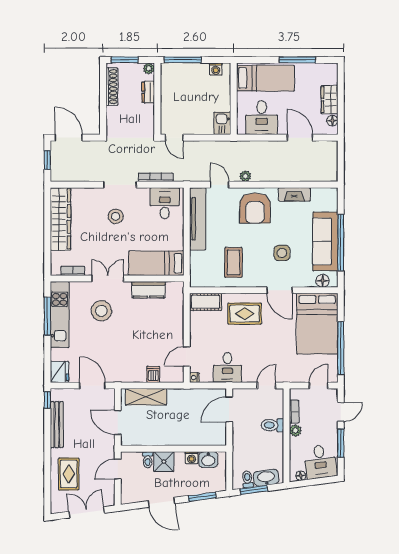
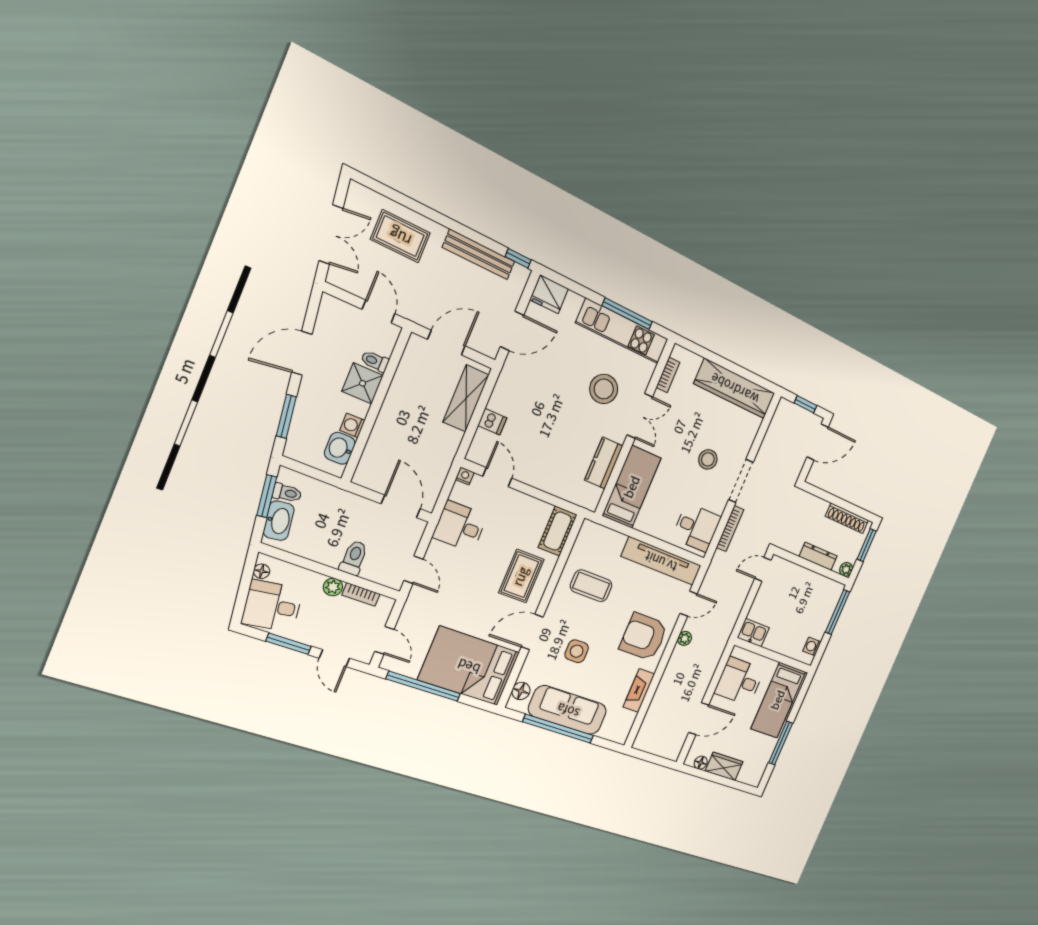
dresser: (148, 92) -> (818, 556), width x1.44

